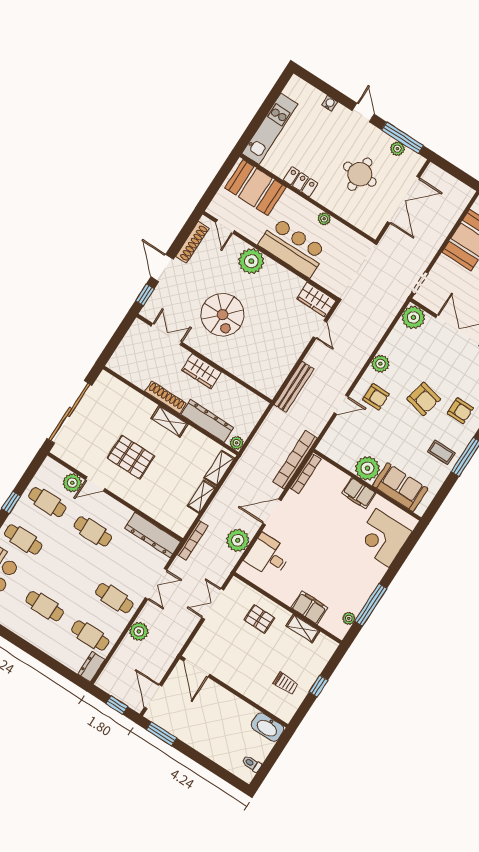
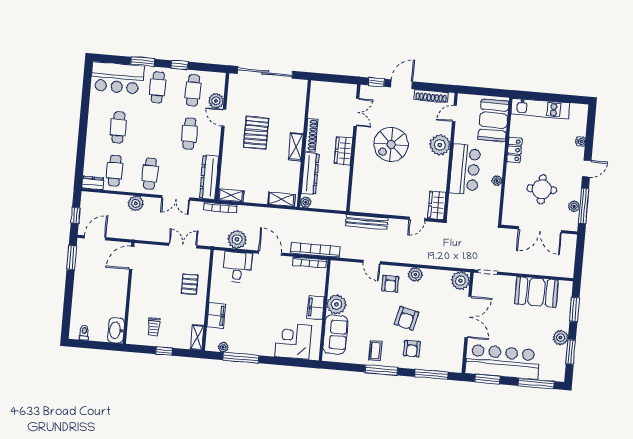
shelving: (202, 497) -> (231, 195), moved
shelving: (303, 629) -> (197, 337), moved

